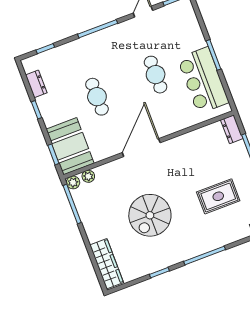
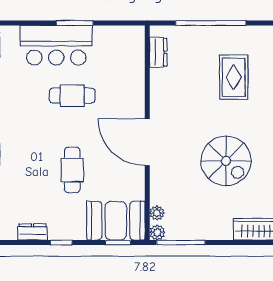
bar counter: (203, 80) -> (56, 45), moved
cafe table: (97, 97) -> (72, 170), turned 90
dresser: (232, 129) -> (158, 52), moved, turned -90

